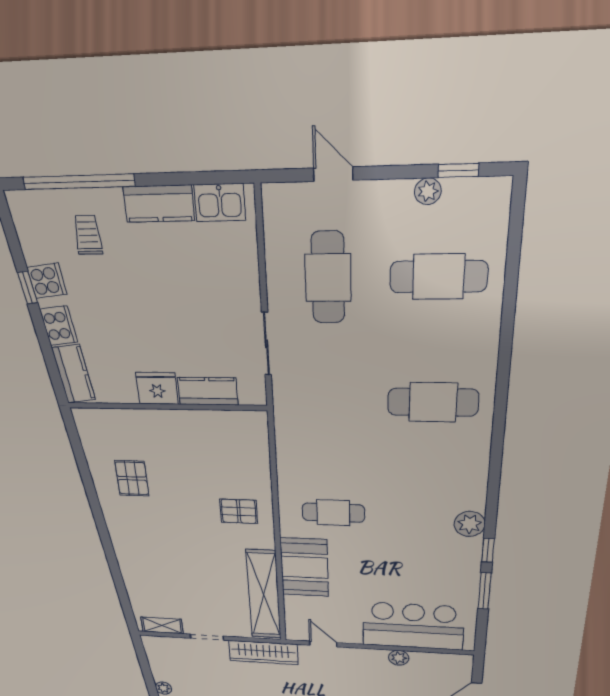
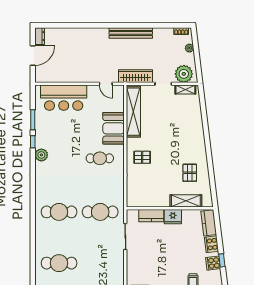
cafe table: (328, 278) -> (100, 212), moved, turned 90
shelving: (132, 422) -> (186, 201), added
plant: (399, 658) -> (184, 74), moved, width x1.88, depth x1.88

